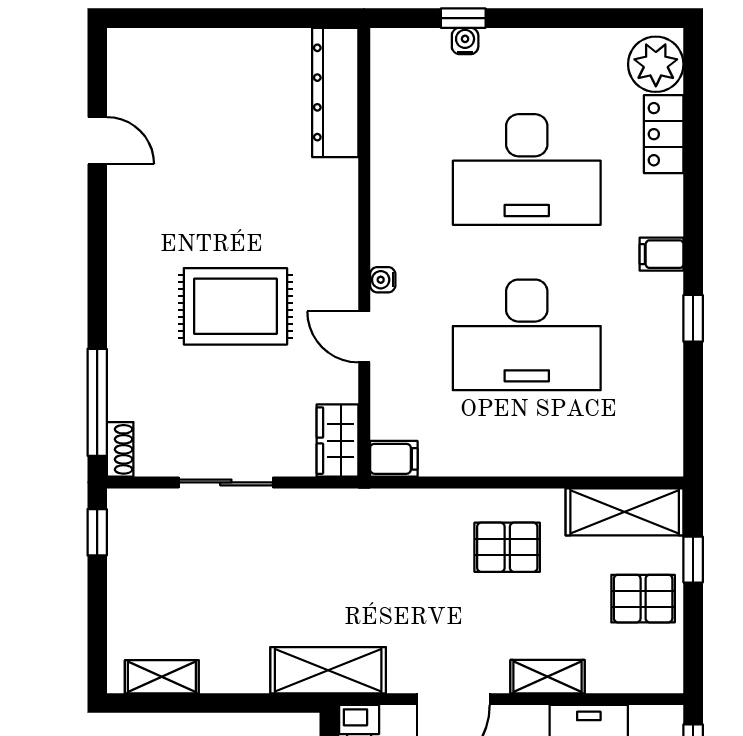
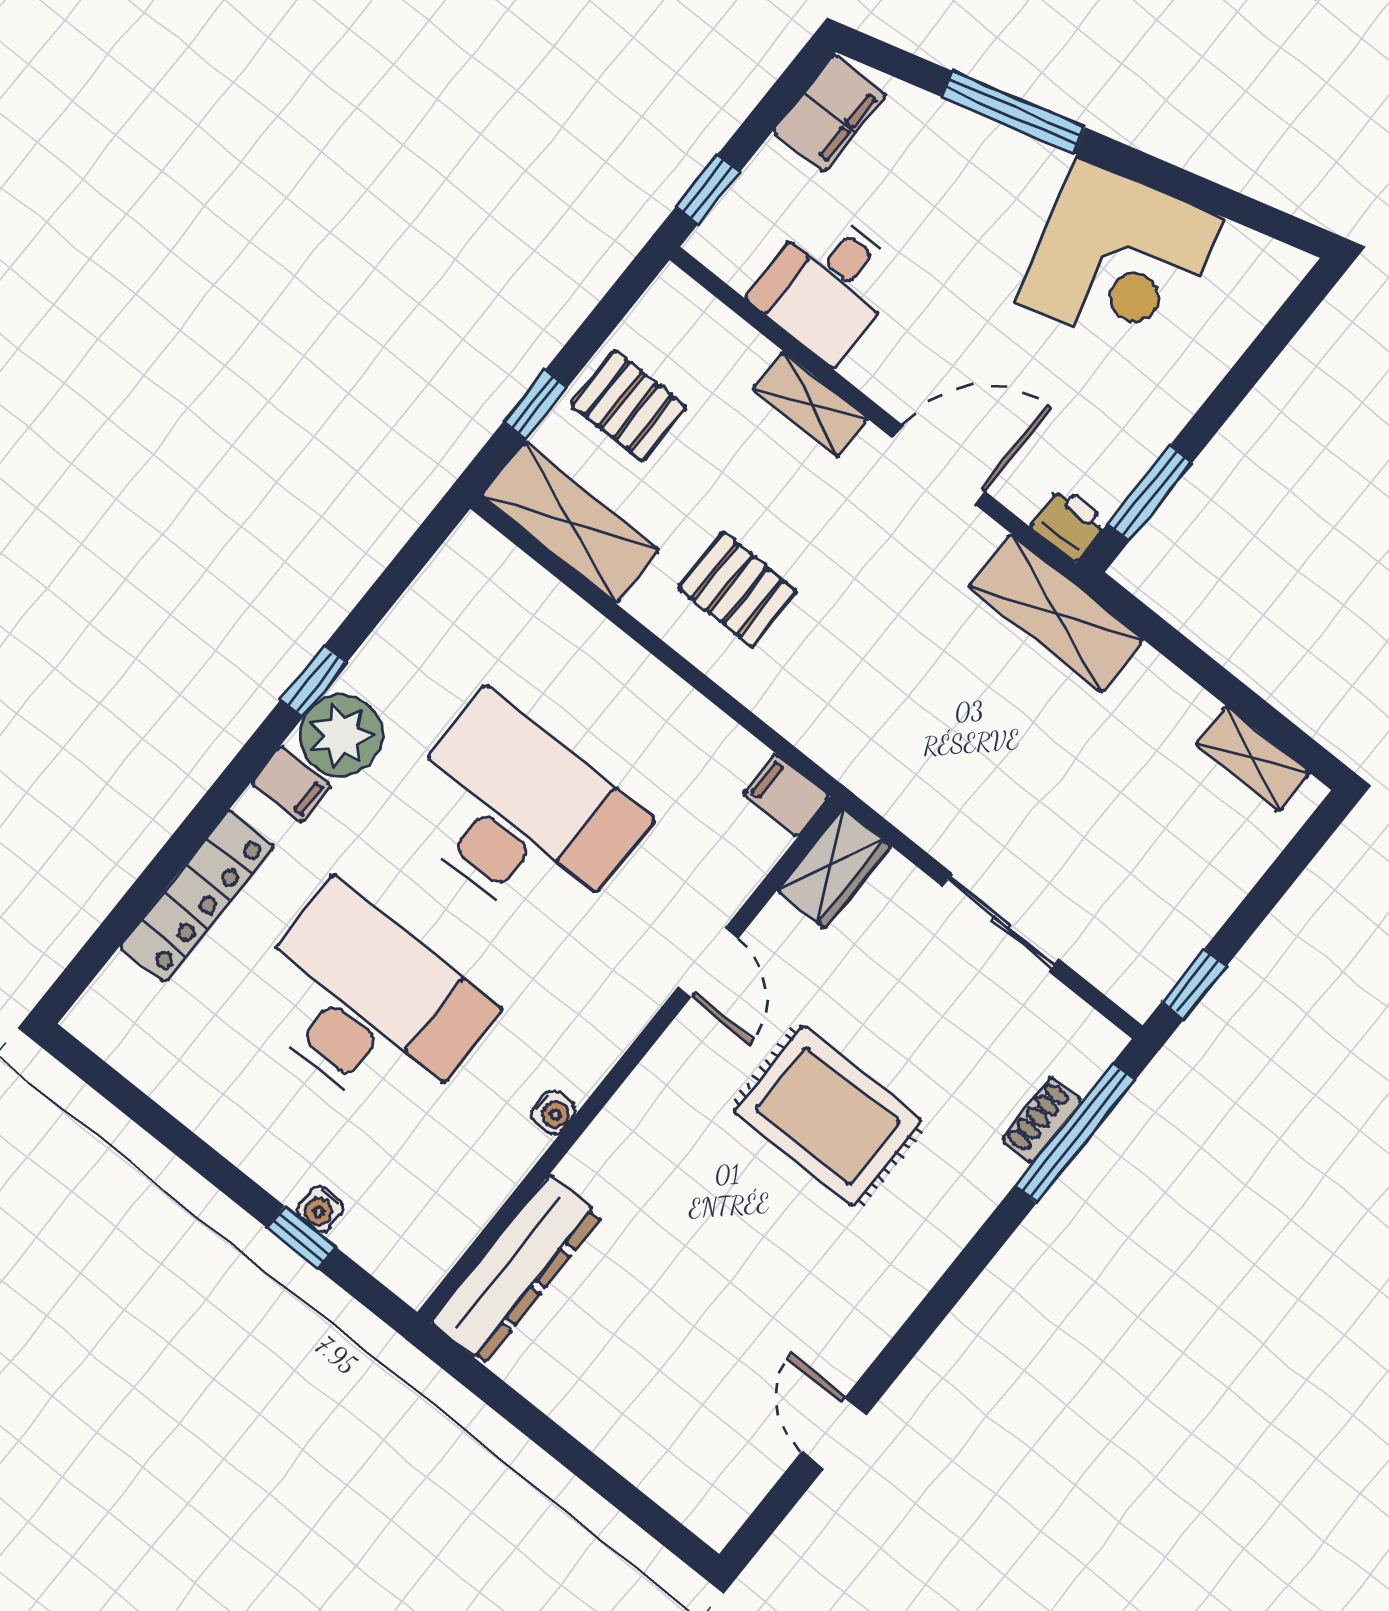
plant: (656, 64) -> (341, 735), moved
locker: (664, 134) -> (197, 896), width x1.53
water cooler: (383, 280) -> (553, 1112), moved
shoe rack: (120, 449) -> (1042, 1120), moved

